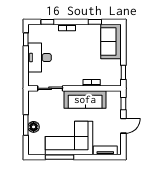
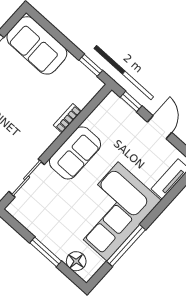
sofa: (85, 99) -> (75, 153), width x0.73
floor lamp: (34, 127) -> (76, 261), moved

